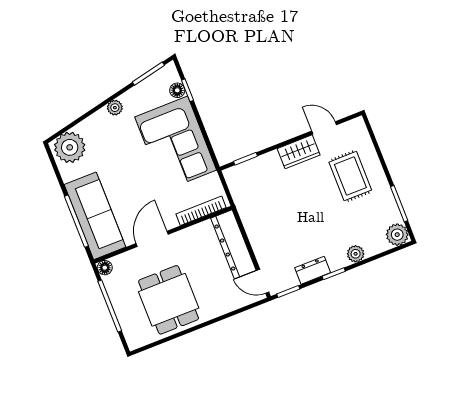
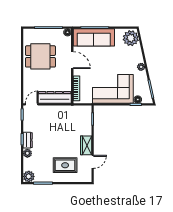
dresser: (313, 270) -> (28, 140), moved

